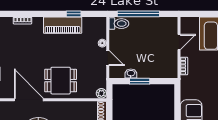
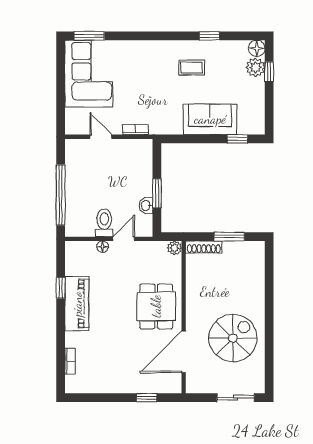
toilet: (119, 24) -> (104, 223), moved

